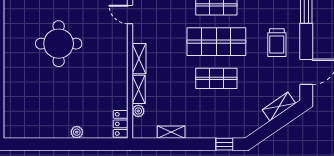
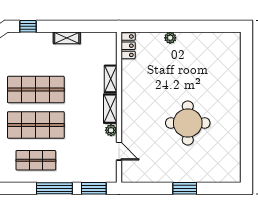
shop shelf: (216, 78) -> (36, 90), width x1.43, depth x1.36
plant: (138, 111) -> (111, 130), moved
shelving: (171, 132) -> (67, 38), moved

